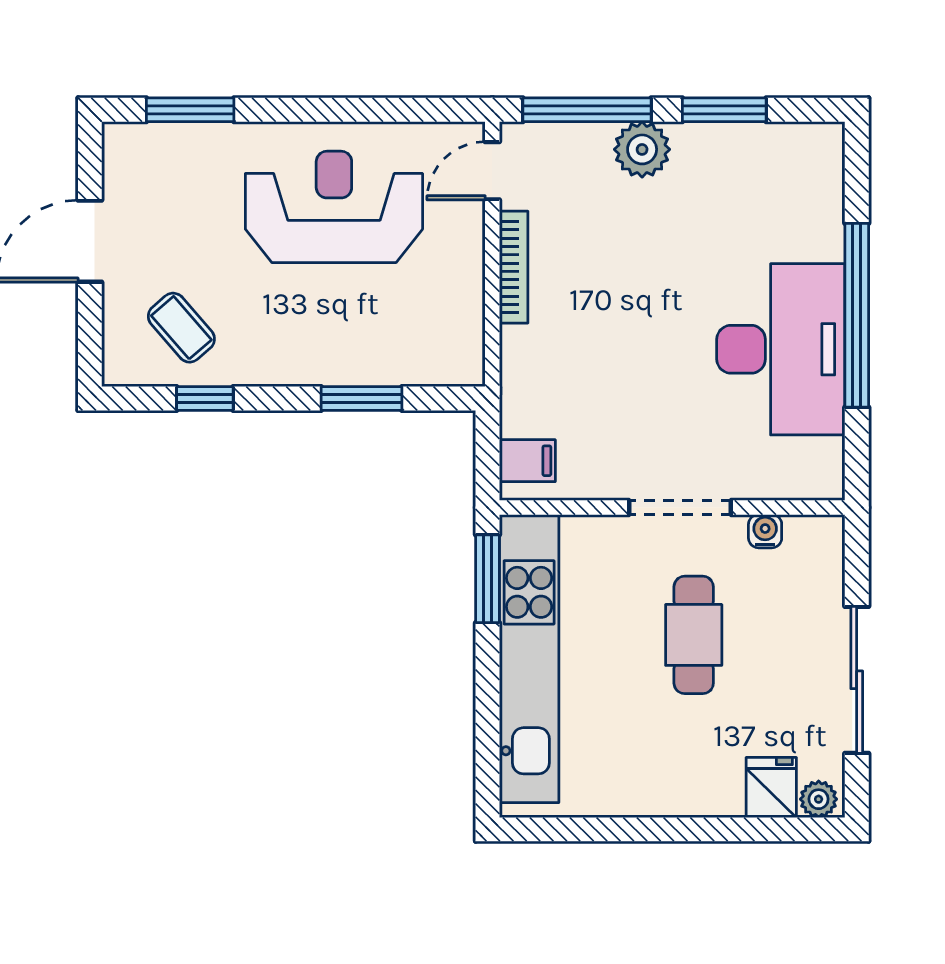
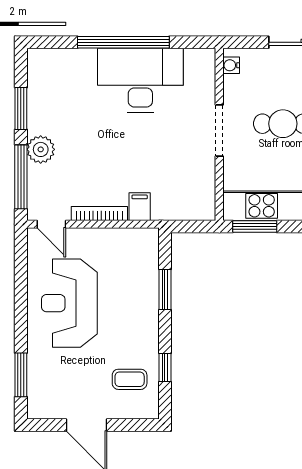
coffee table: (181, 328) -> (130, 379), turned 41
filing cabinet: (527, 461) -> (140, 207), moved
water cooler: (765, 531) -> (231, 65), moved

